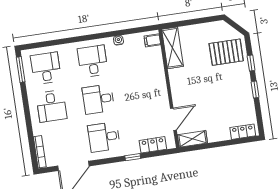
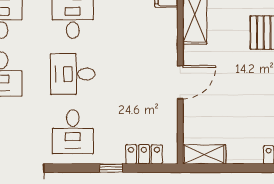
door: (173, 119) -> (180, 82), moved
desk: (104, 137) -> (73, 132), turned -90

